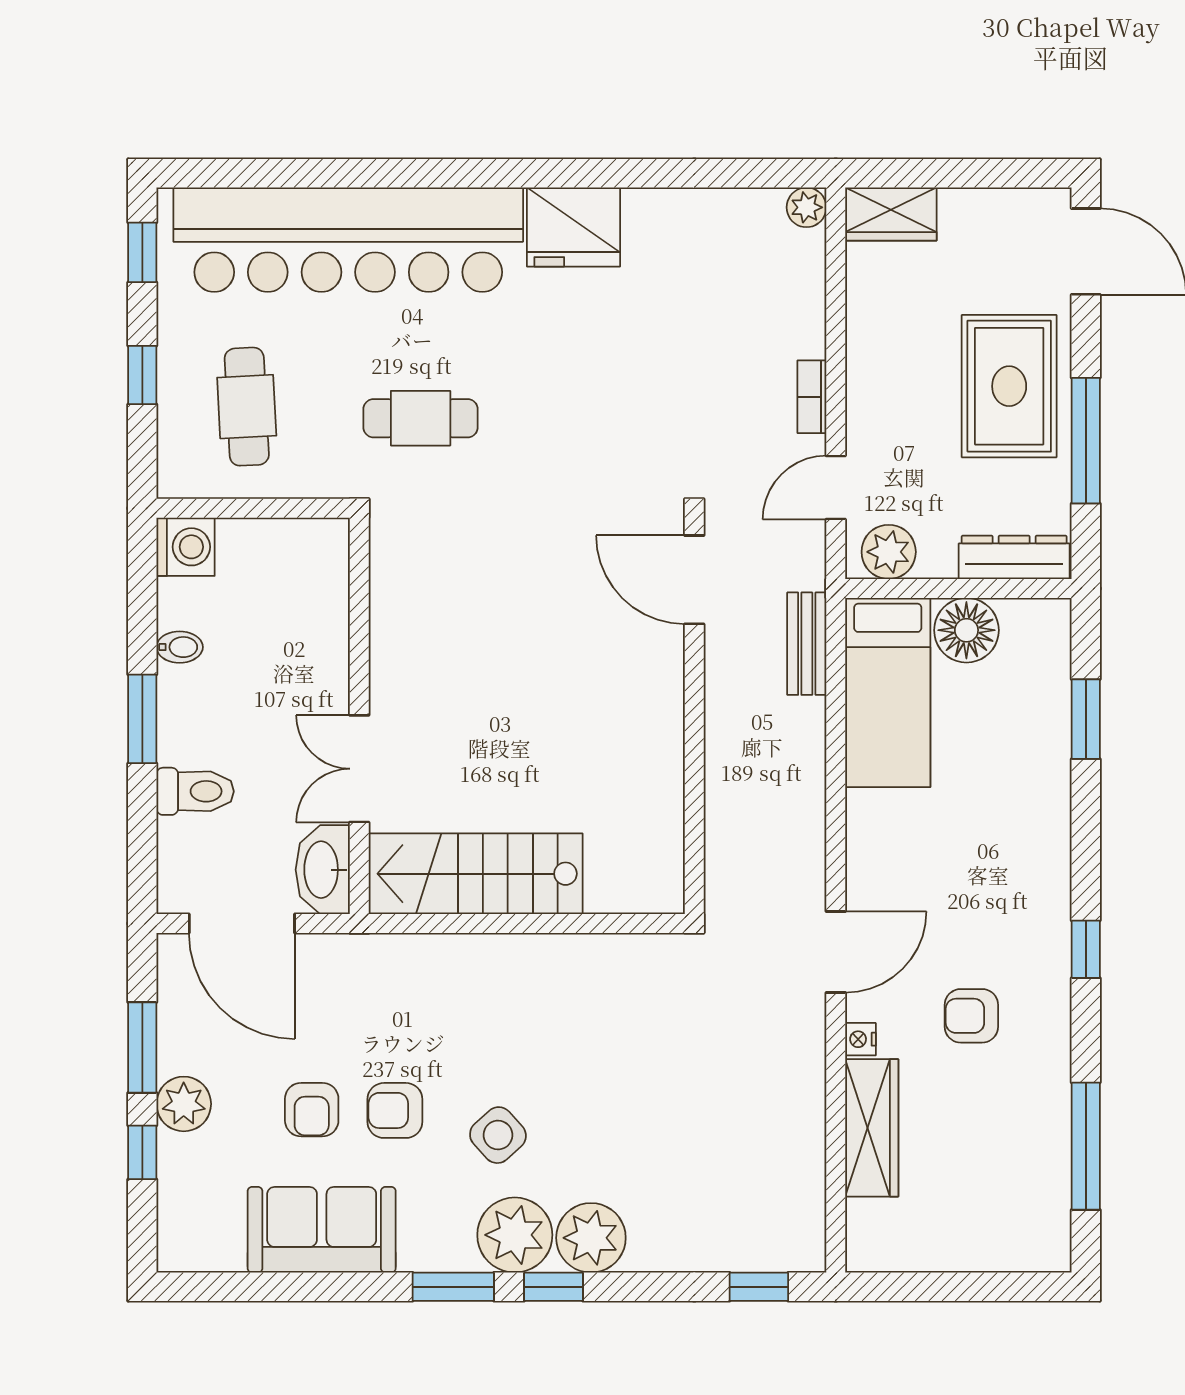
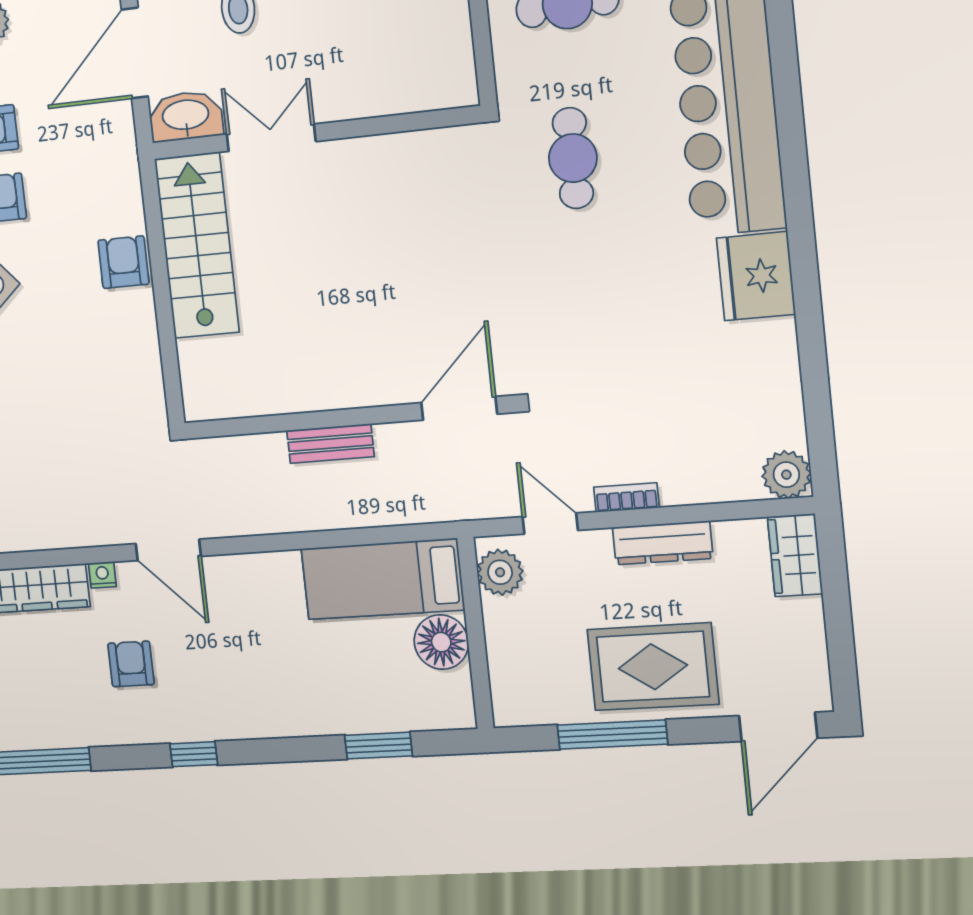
plant: (806, 207) -> (786, 475), width x1.38, depth x1.38
dresser: (1014, 557) -> (663, 543), moved, turned 90
bench: (807, 644) -> (330, 444), moved
armchair: (487, 967) -> (123, 262), added

